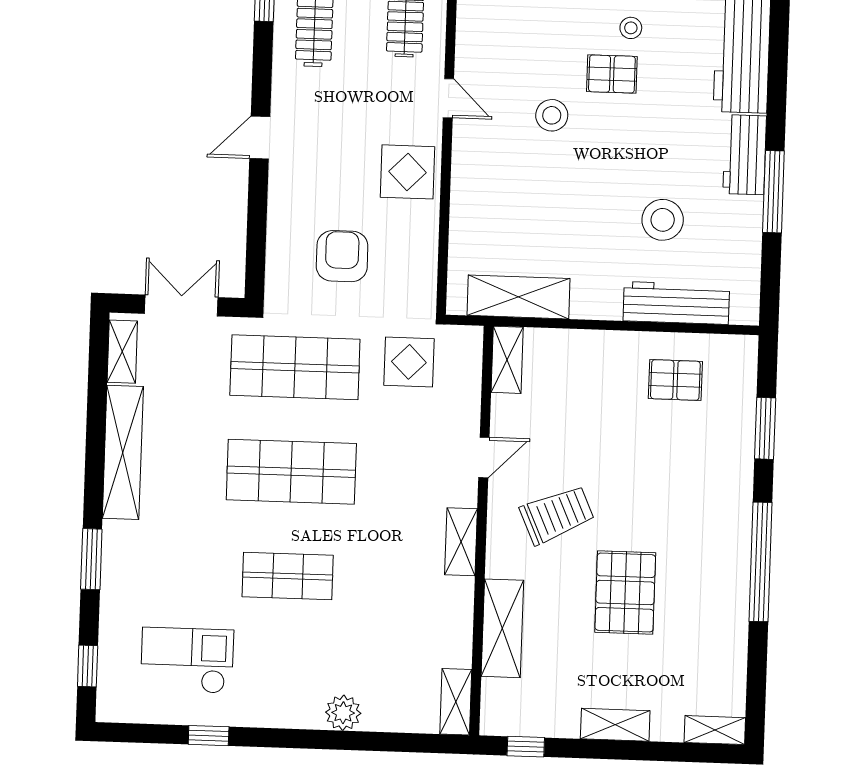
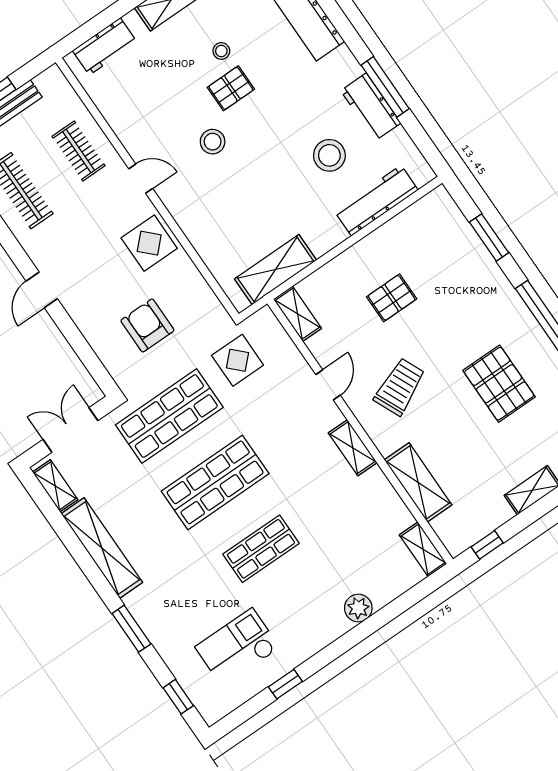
workbench: (745, 155) -> (371, 107), moved
pallet: (675, 380) -> (392, 298), moved
pallet: (625, 593) -> (499, 384), moved

